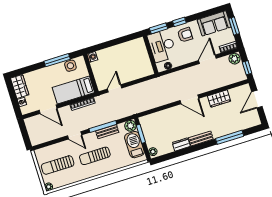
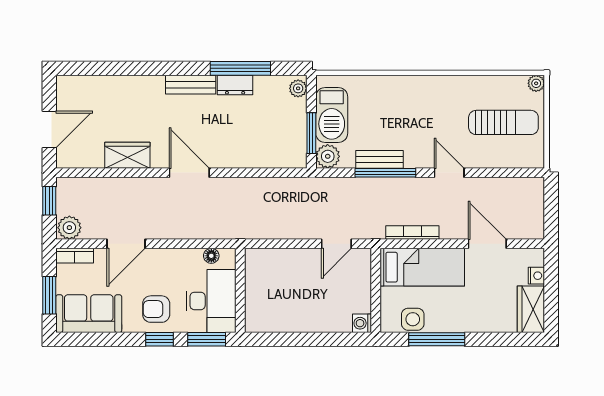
window: (230, 137) -> (240, 68), moved
sun lounger: (95, 156) -> (421, 117), removed

